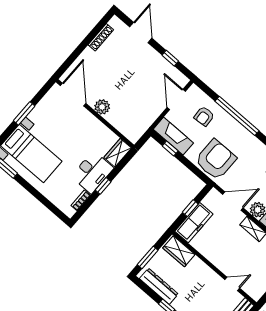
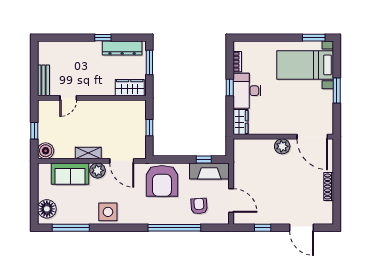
shoe rack: (101, 37) -> (329, 187), moved
door: (233, 201) -> (122, 161), hinge flipped
freezer: (194, 223) -> (137, 119), removed

